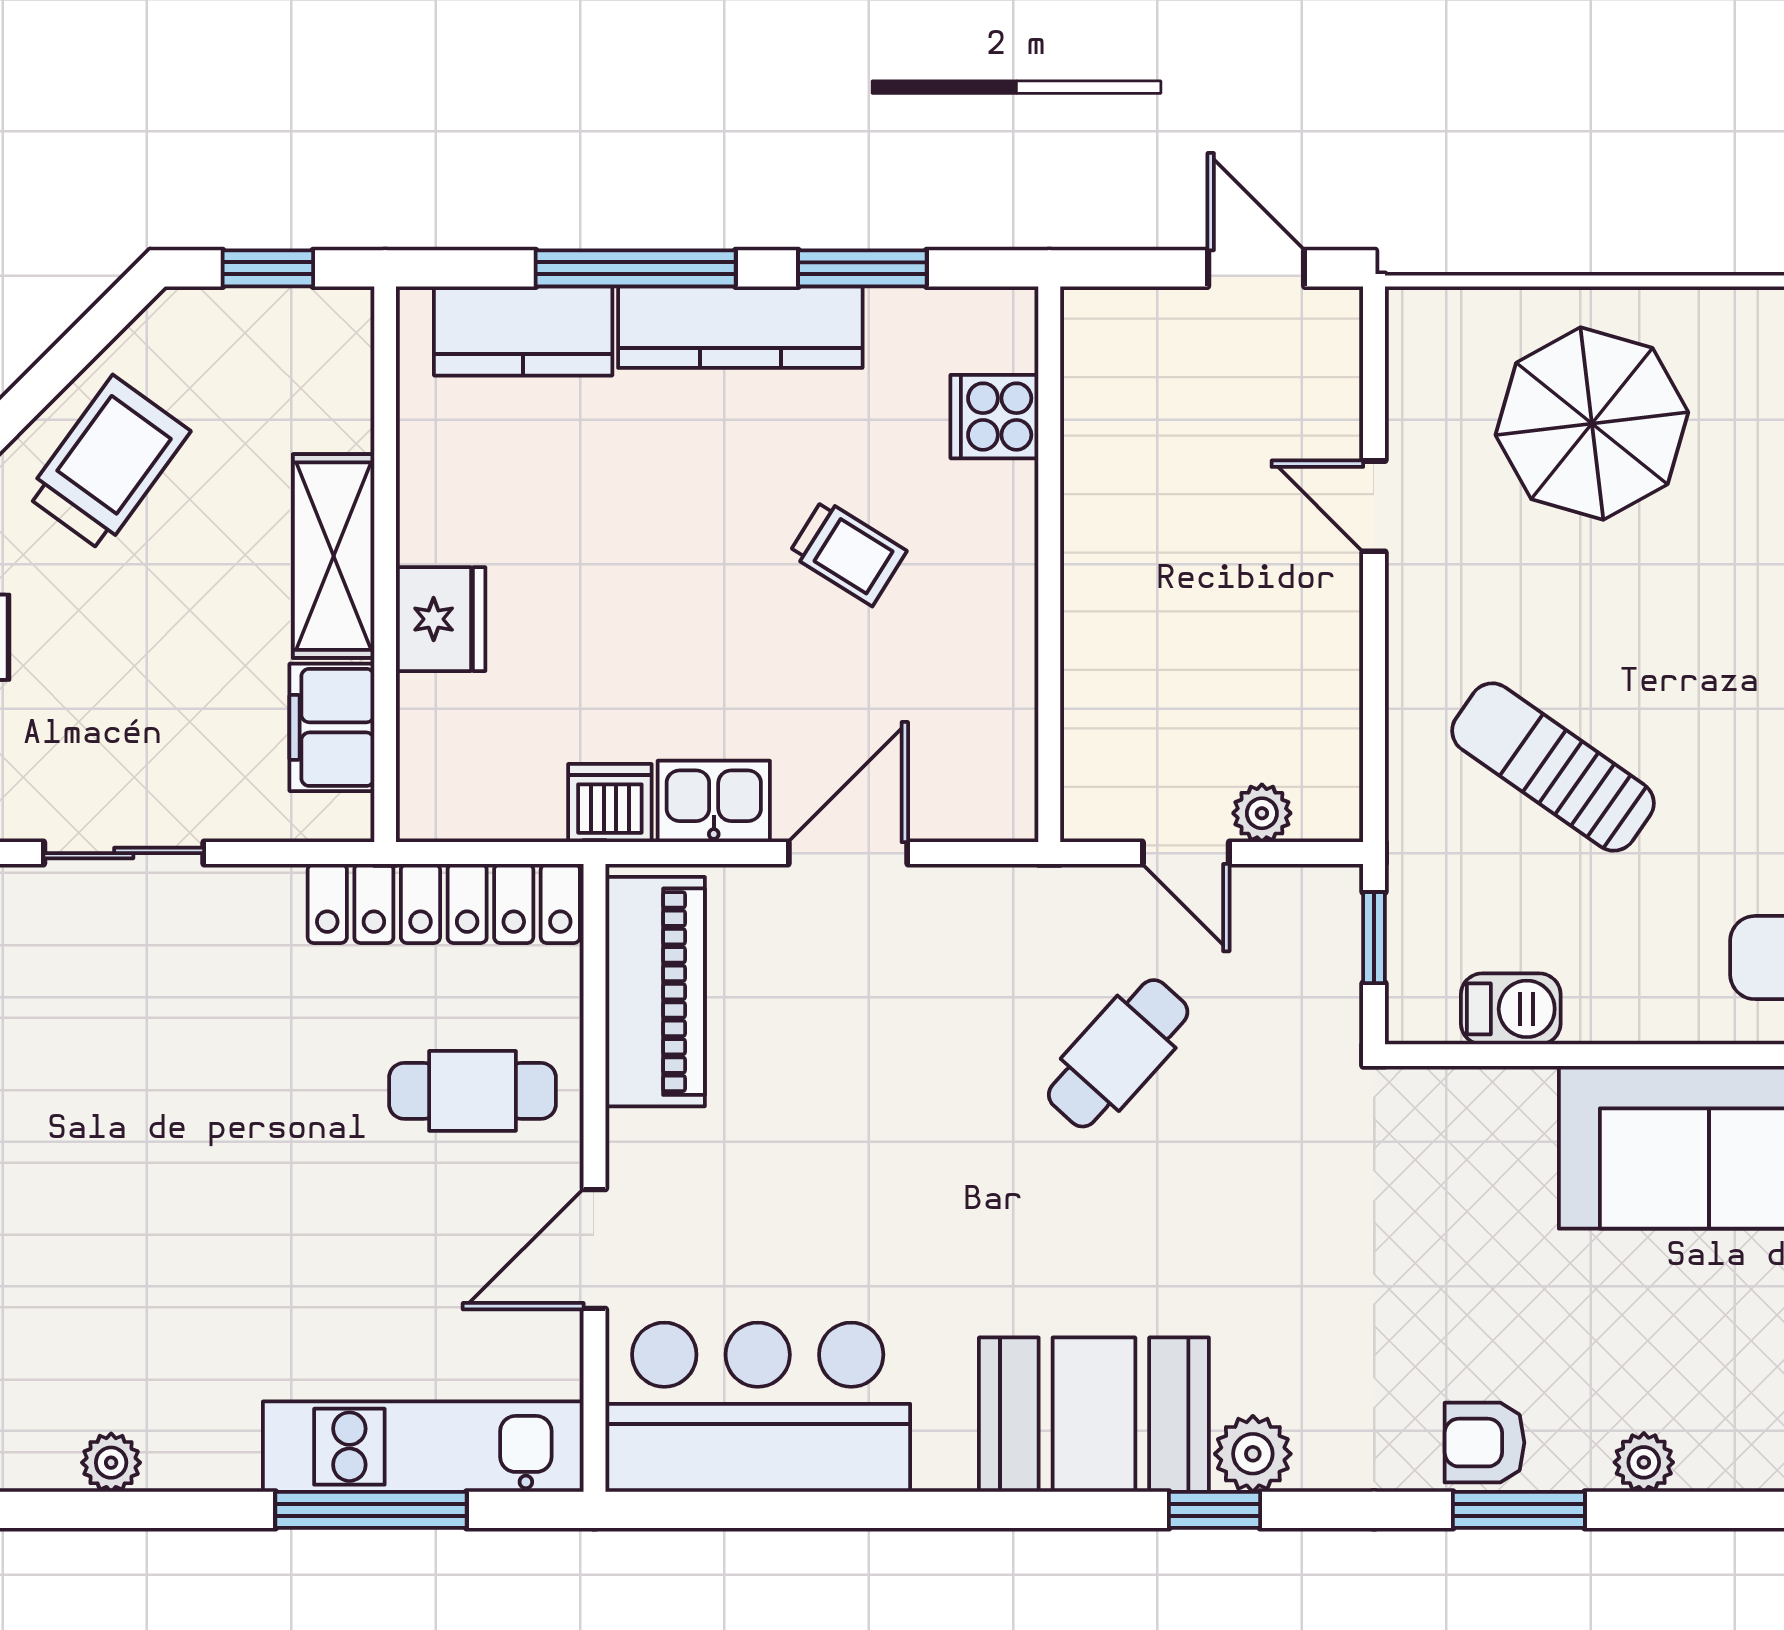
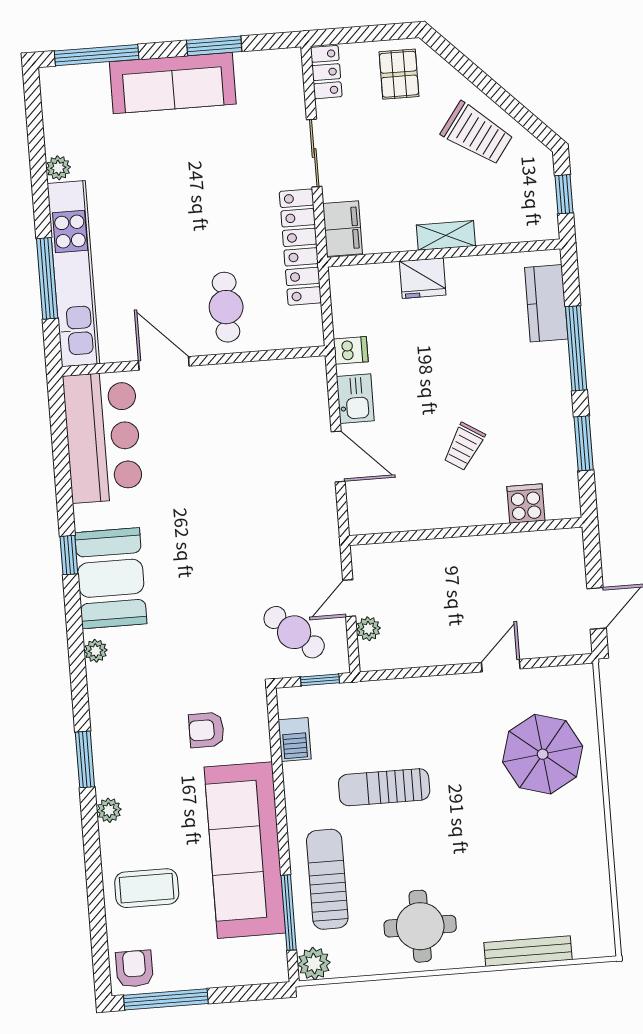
kitchen counter: (740, 327) -> (555, 394), removed
shelving: (334, 556) -> (446, 235), width x0.67, depth x0.75
filing cabinet: (332, 727) -> (343, 229), moved, turned 90
sun lounger: (1553, 767) -> (384, 787), moved, turned -125
dishwasher: (610, 803) -> (351, 350), width x0.73
locker: (444, 903) -> (300, 247), moved
piano: (655, 992) -> (274, 380), removed
cafe table: (1118, 1053) -> (294, 632), moved
armchair: (1484, 1443) -> (206, 730), moved, turned -90
kitchen unit: (423, 1447) -> (73, 274), width x1.36
plant: (1253, 1454) -> (96, 651), width x0.73, depth x0.73
window: (1214, 1510) -> (69, 555), moved

